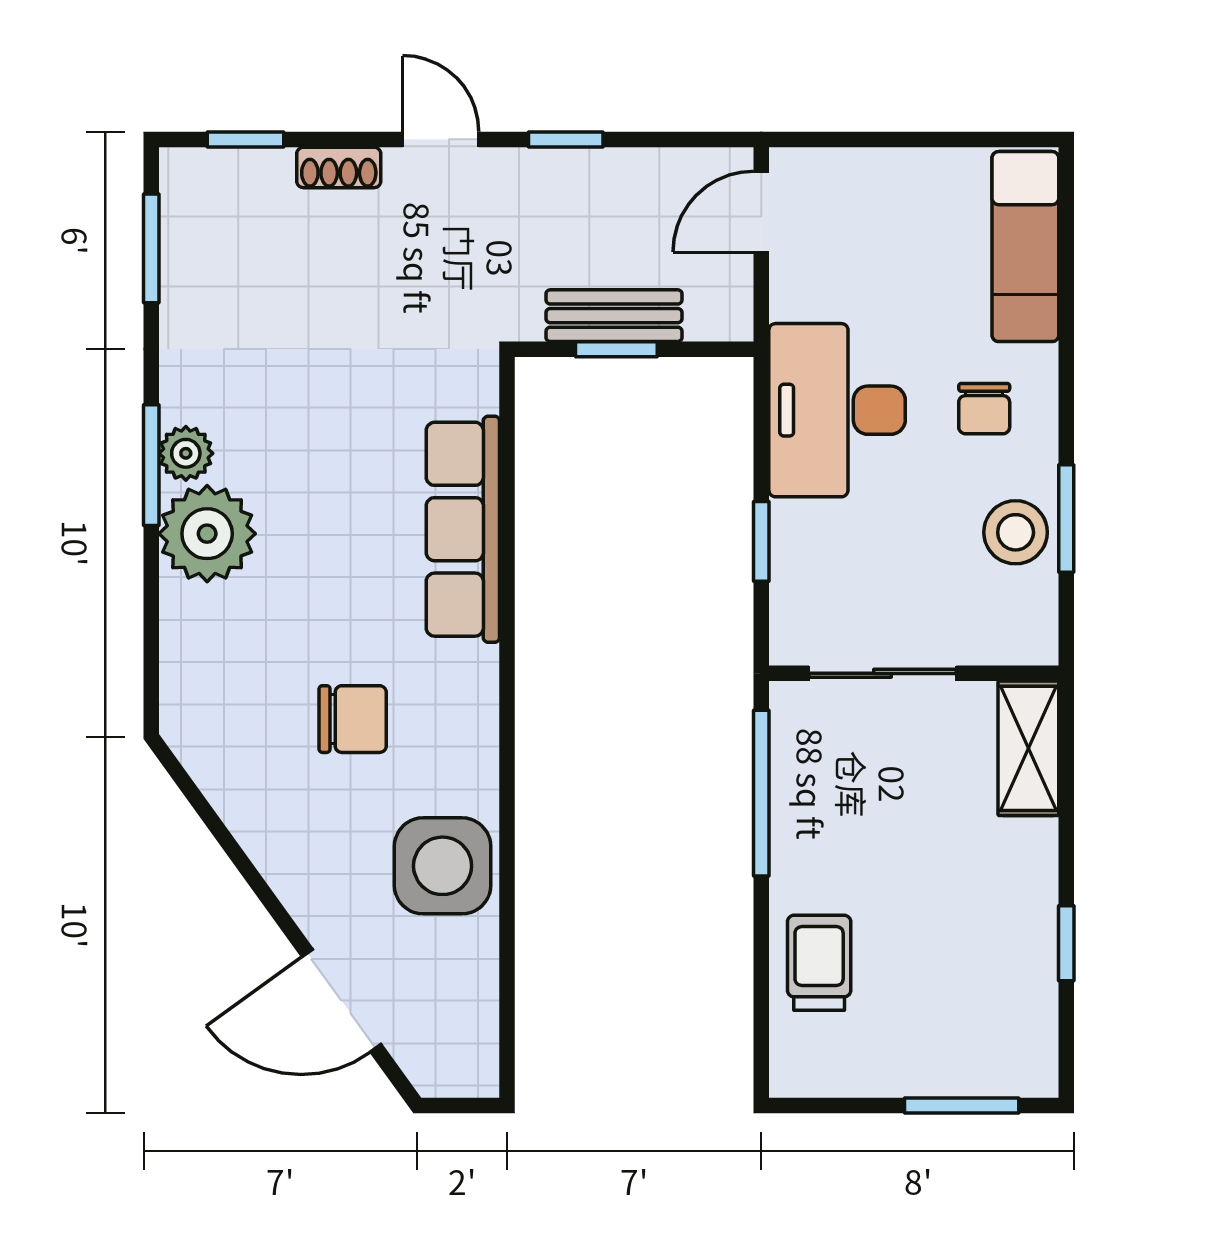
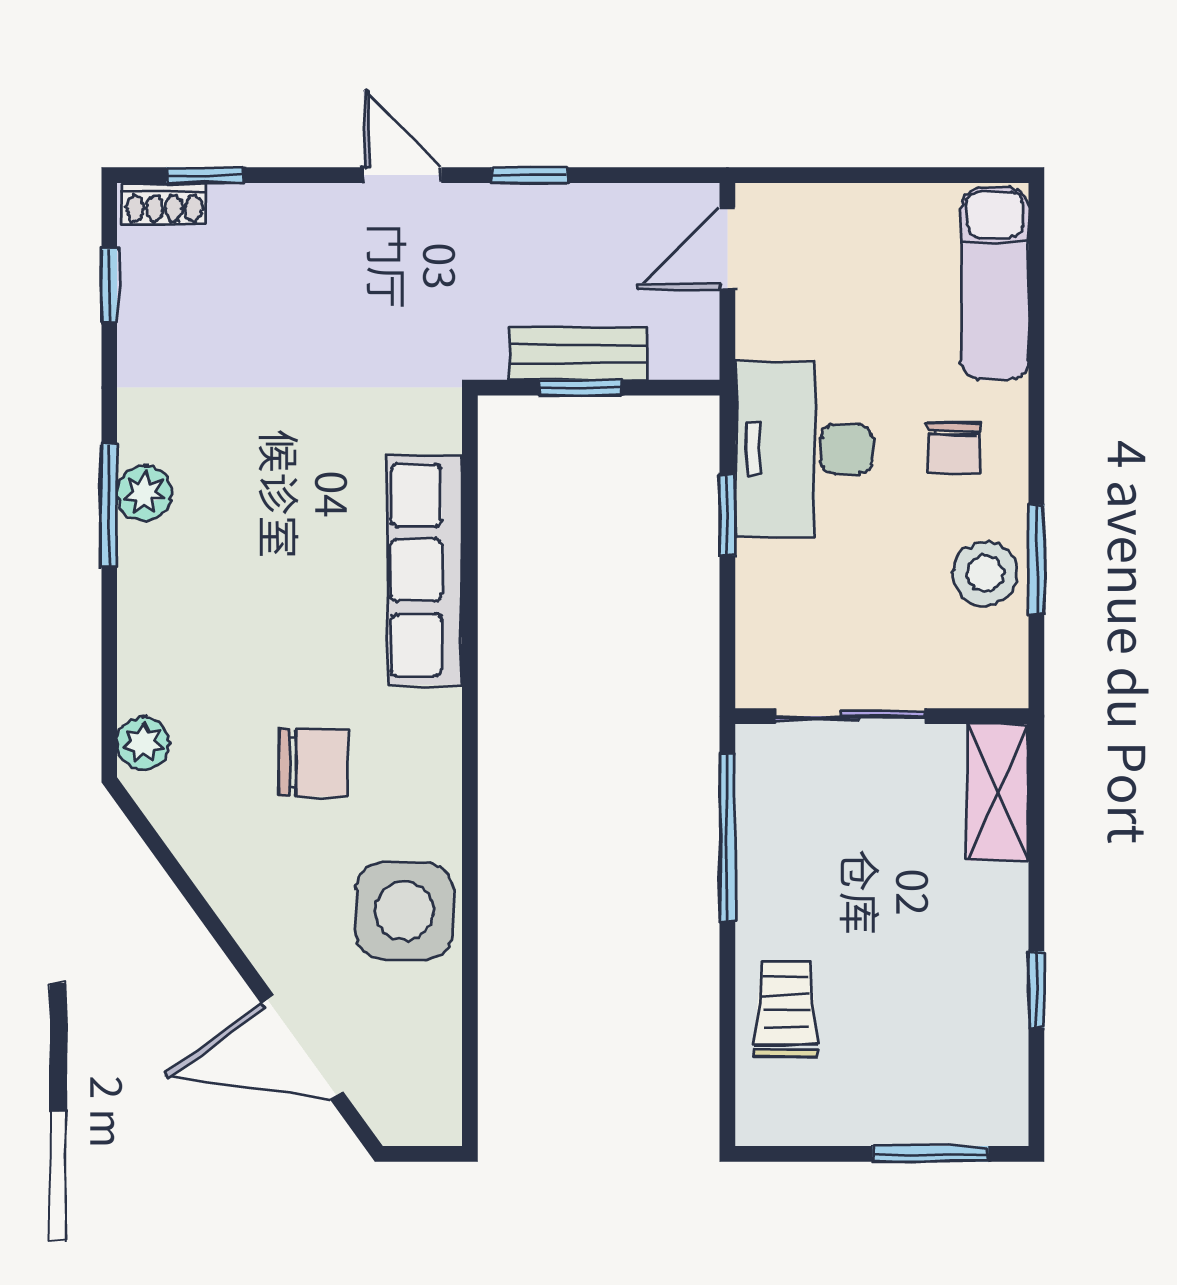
shoe rack: (339, 167) -> (164, 204), moved
window: (151, 248) -> (109, 286), width x0.67
plant: (207, 534) -> (143, 743), moved, width x0.53, depth x0.53
window: (761, 541) -> (727, 515), moved

